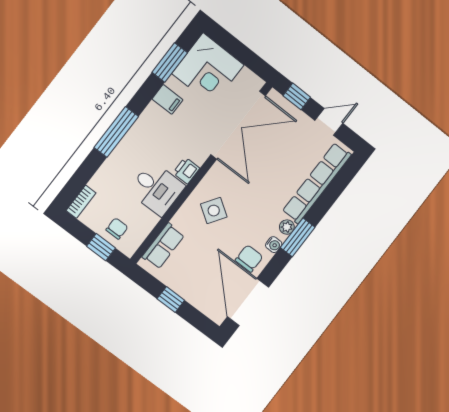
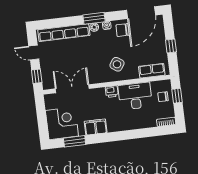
filing cabinet: (167, 99) -> (96, 127), width x2.00
double door: (238, 125) -> (72, 89), width x0.73
window: (116, 132) -> (124, 135), removed
desk: (157, 189) -> (135, 96), width x1.37

